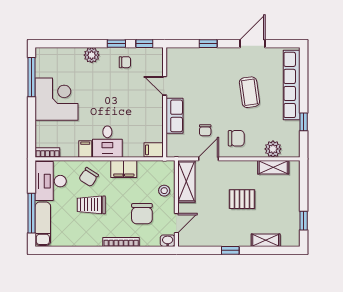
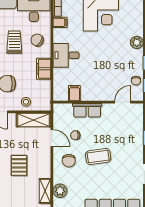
chair: (125, 62) -> (136, 81), moved
door: (165, 86) -> (123, 102), moved
coffee table: (249, 92) -> (98, 157), moved
filing cabinet: (85, 149) -> (60, 22), moved
filing cabinet: (154, 150) -> (74, 93), moved

